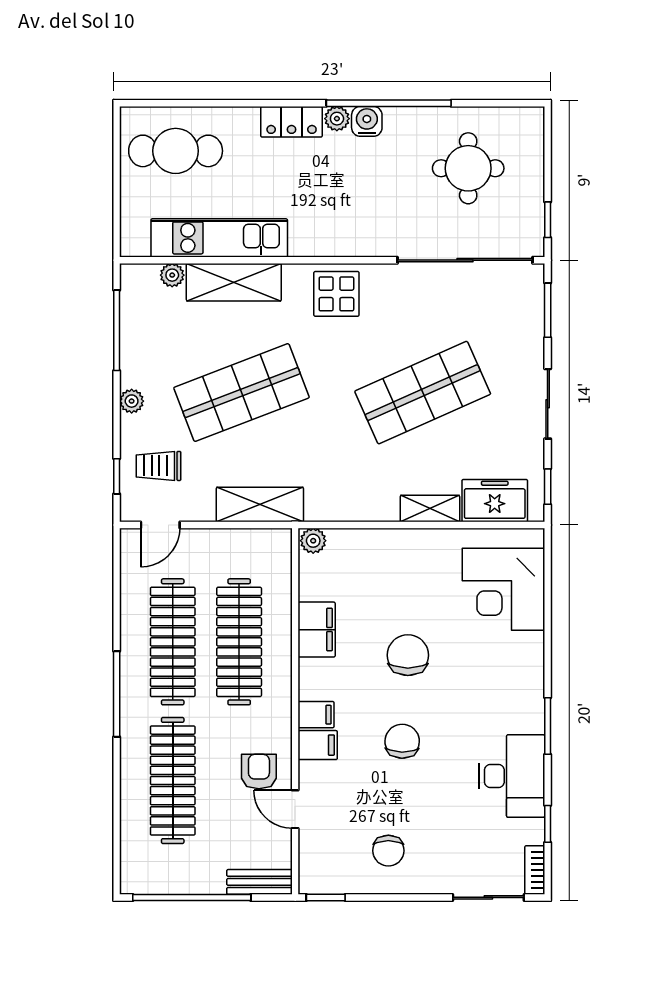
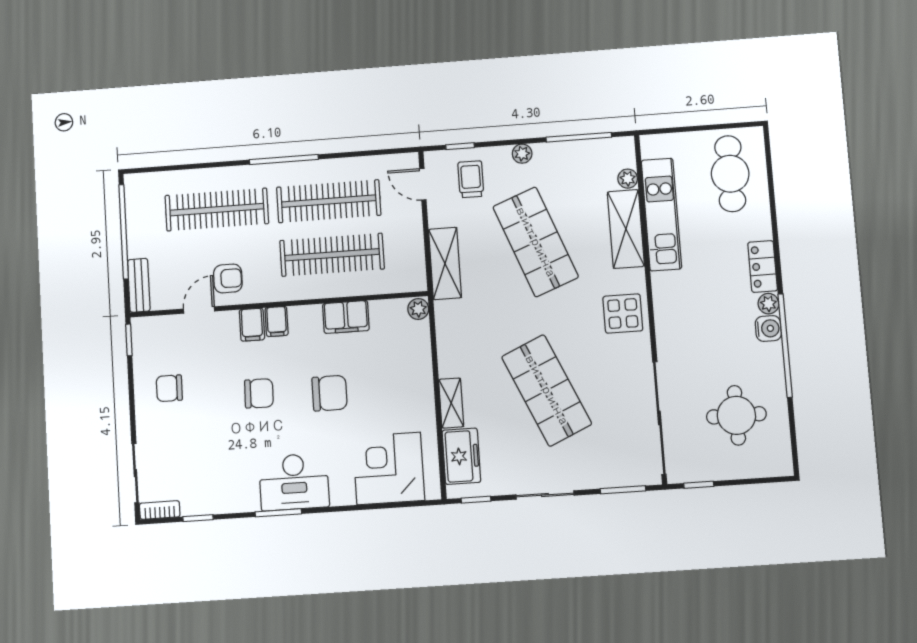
desk: (512, 776) -> (294, 482), moved

